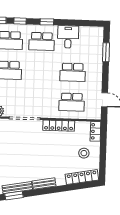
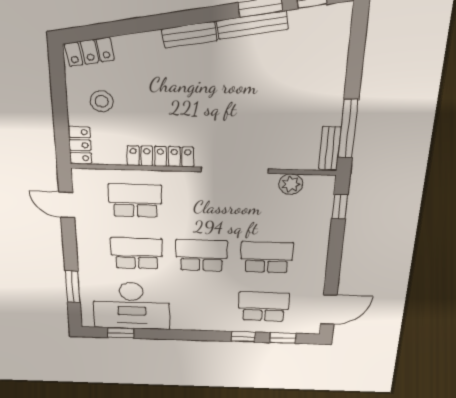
window: (47, 22) -> (121, 333), moved
desk: (68, 37) -> (132, 306), width x1.87, depth x1.30
school desk: (42, 41) -> (202, 255), moved
locker: (82, 177) -> (89, 52), width x0.66

